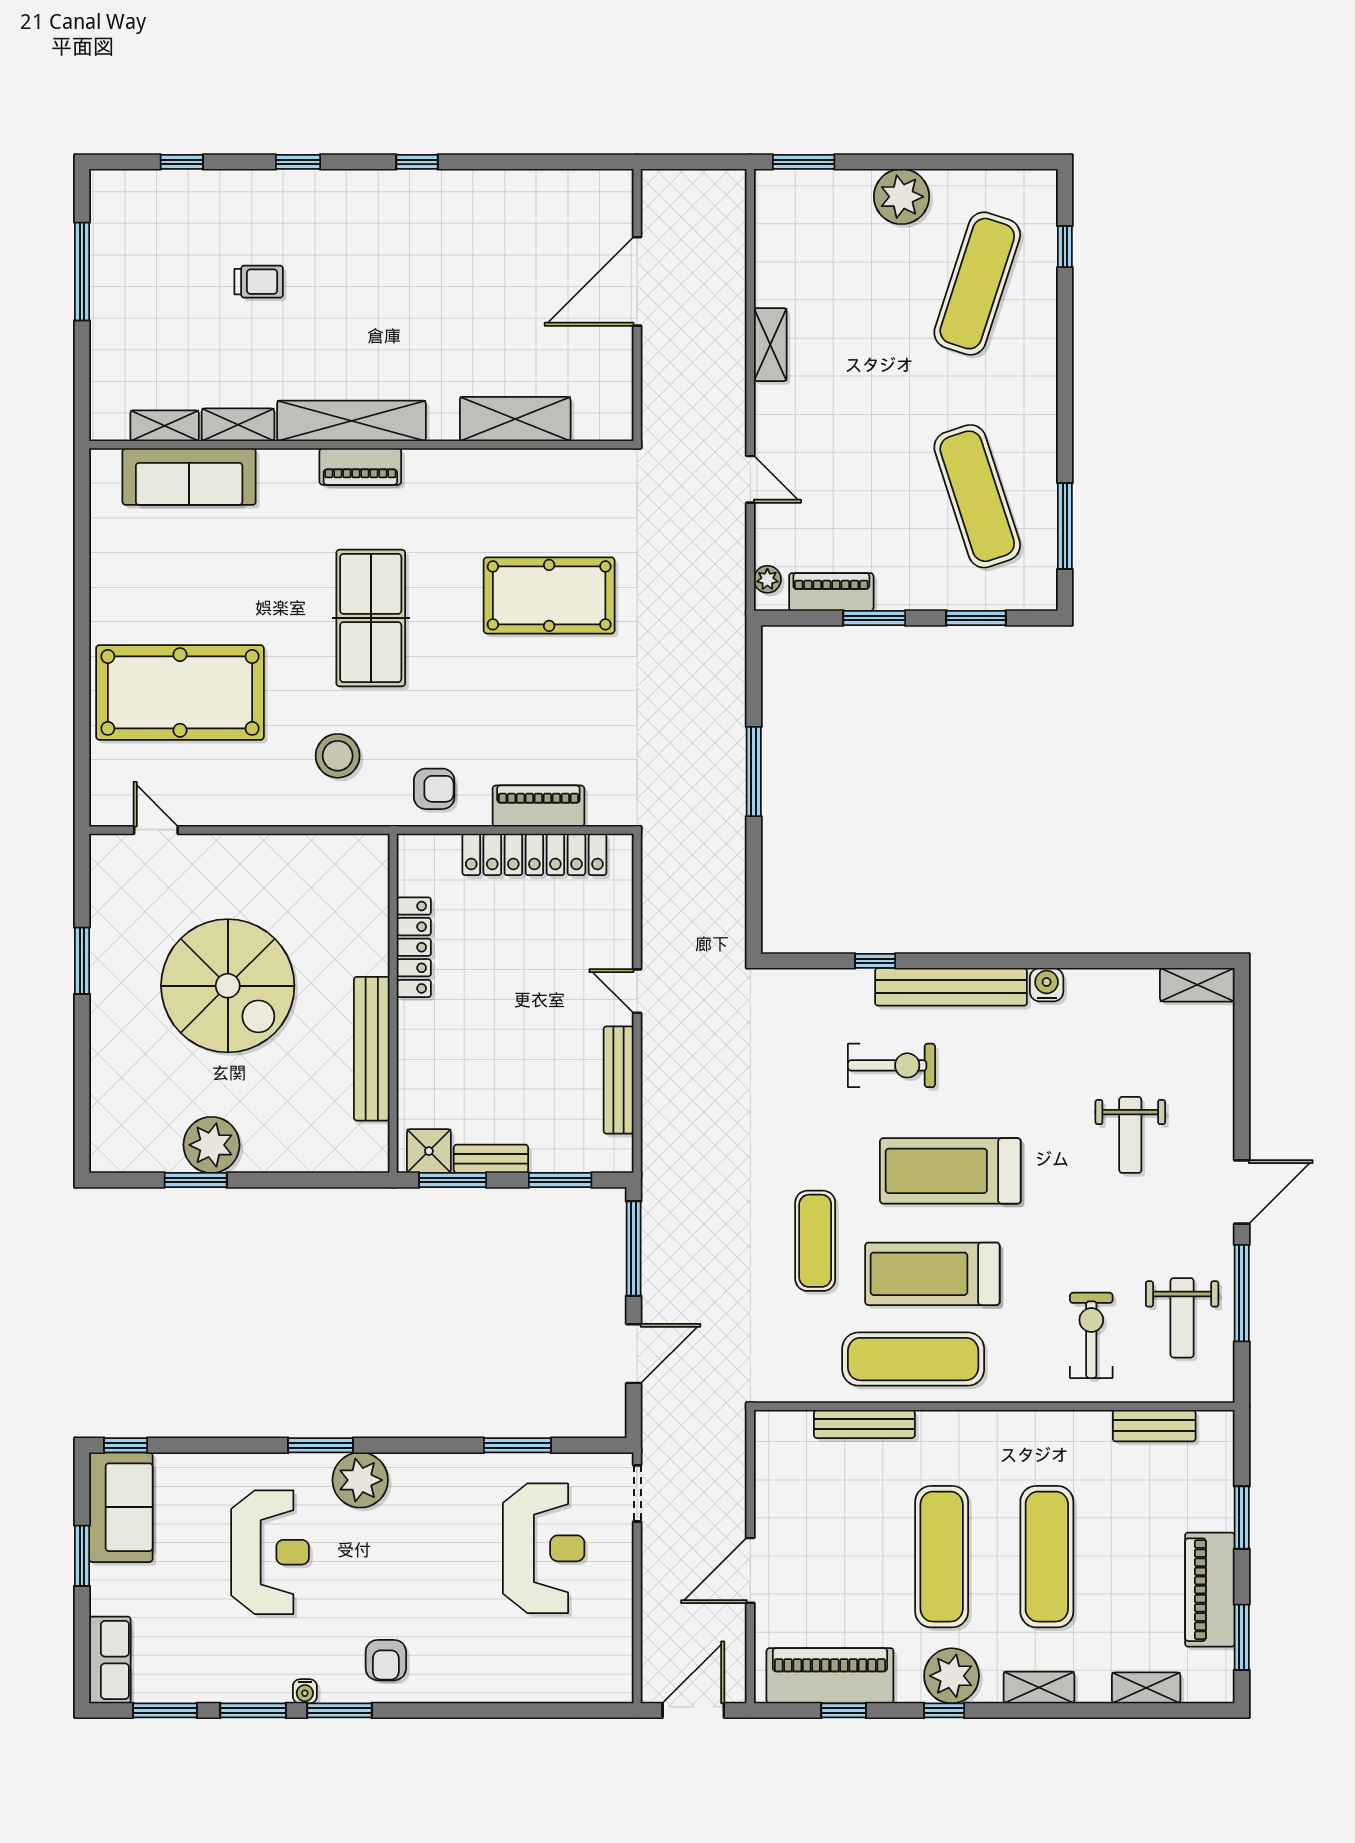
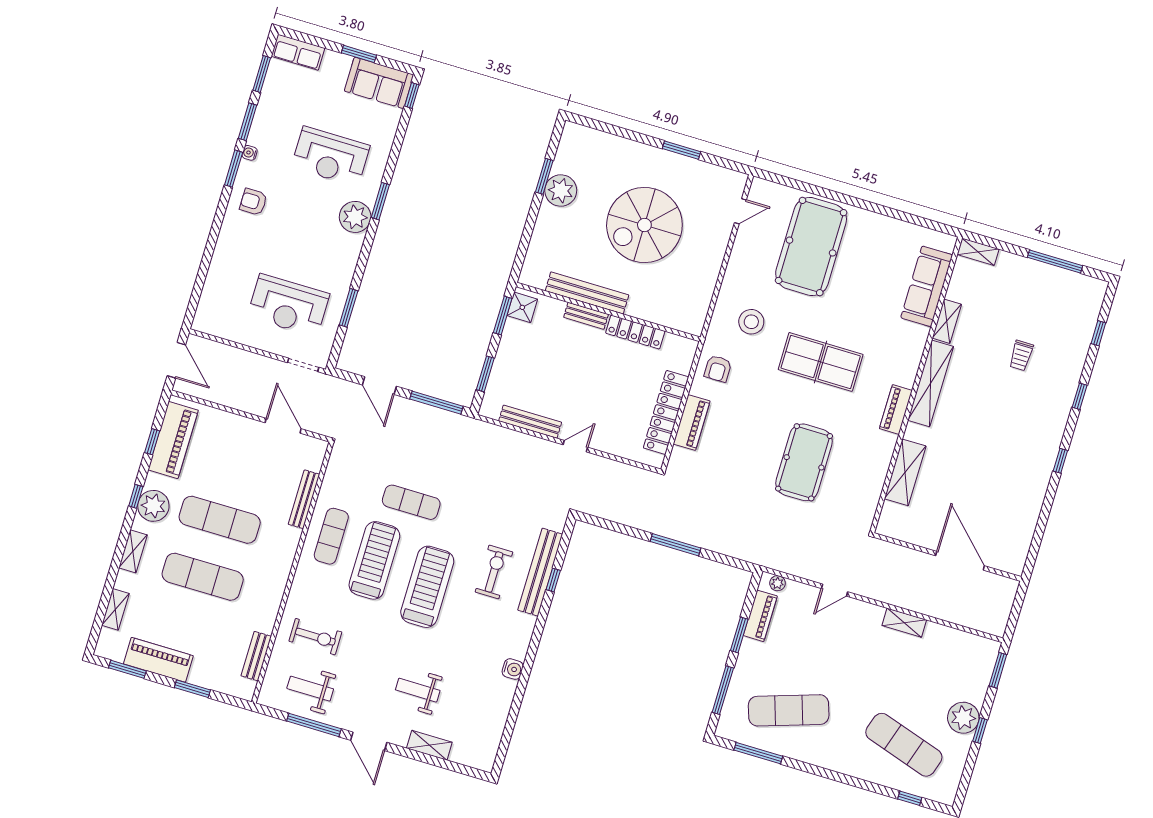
window: (915, 162) -> (980, 731), added
shelving: (165, 426) -> (978, 252), moved, turned 90
piano: (360, 467) -> (896, 410), moved
window: (976, 618) -> (723, 690), width x1.44
shelving: (1197, 985) -> (429, 745), moved, turned 90
bench: (951, 987) -> (540, 572), moved
exercise bike: (892, 1065) -> (494, 572), turned 180
bench: (491, 1159) -> (586, 316), moved, turned 90
exercise mat: (913, 1359) -> (331, 536), width x0.73, depth x0.69
door: (750, 1570) -> (283, 426), moved

